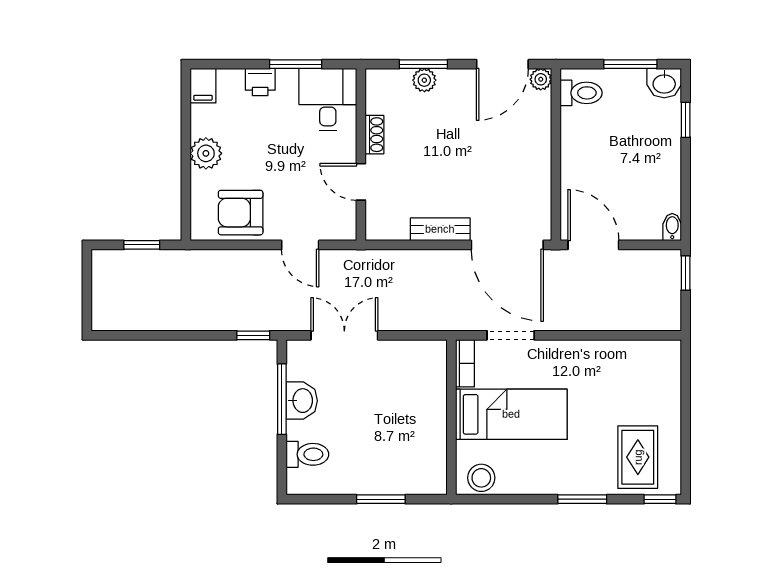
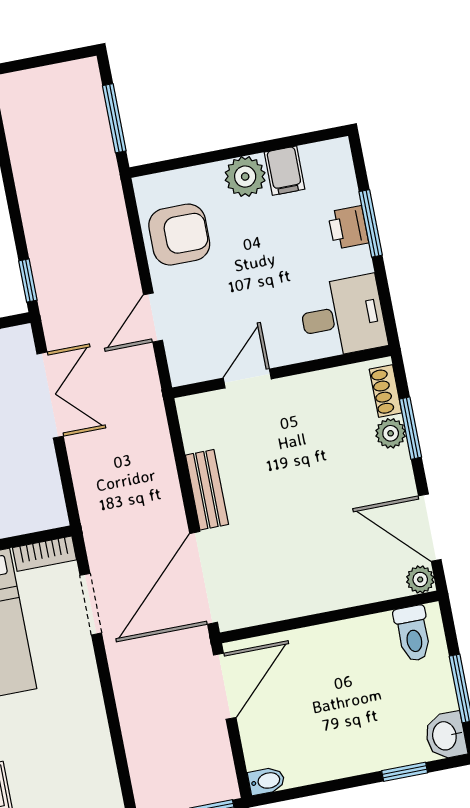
window: (296, 64) -> (371, 223), moved
filing cabinet: (203, 86) -> (285, 171), moved, turned -90
shoe rack: (374, 135) -> (386, 391), moved, turned 90
armchair: (241, 213) -> (179, 235), turned 90
window: (142, 245) -> (114, 118), width x1.50

